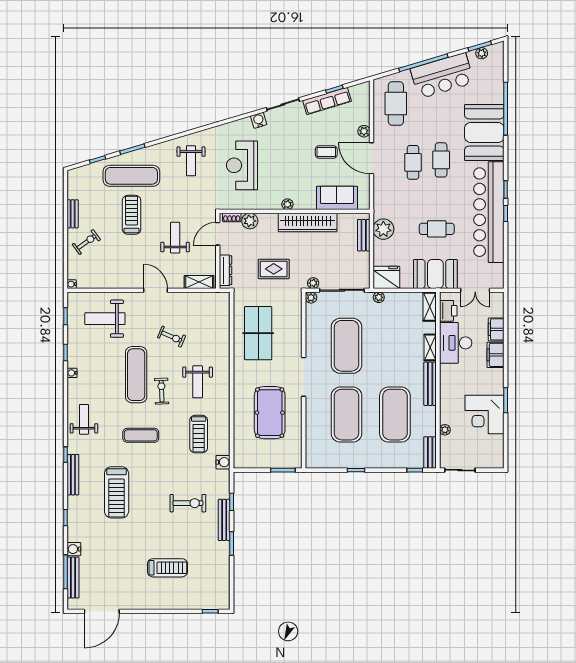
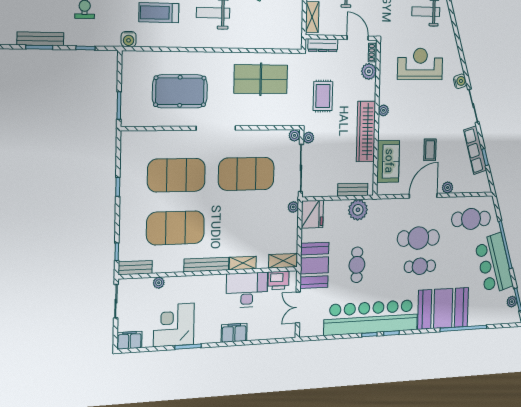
cafe table: (413, 162) -> (418, 238), width x1.37, depth x1.35
filing cabinet: (496, 329) -> (129, 340), moved
bench: (224, 520) -> (40, 39), moved

